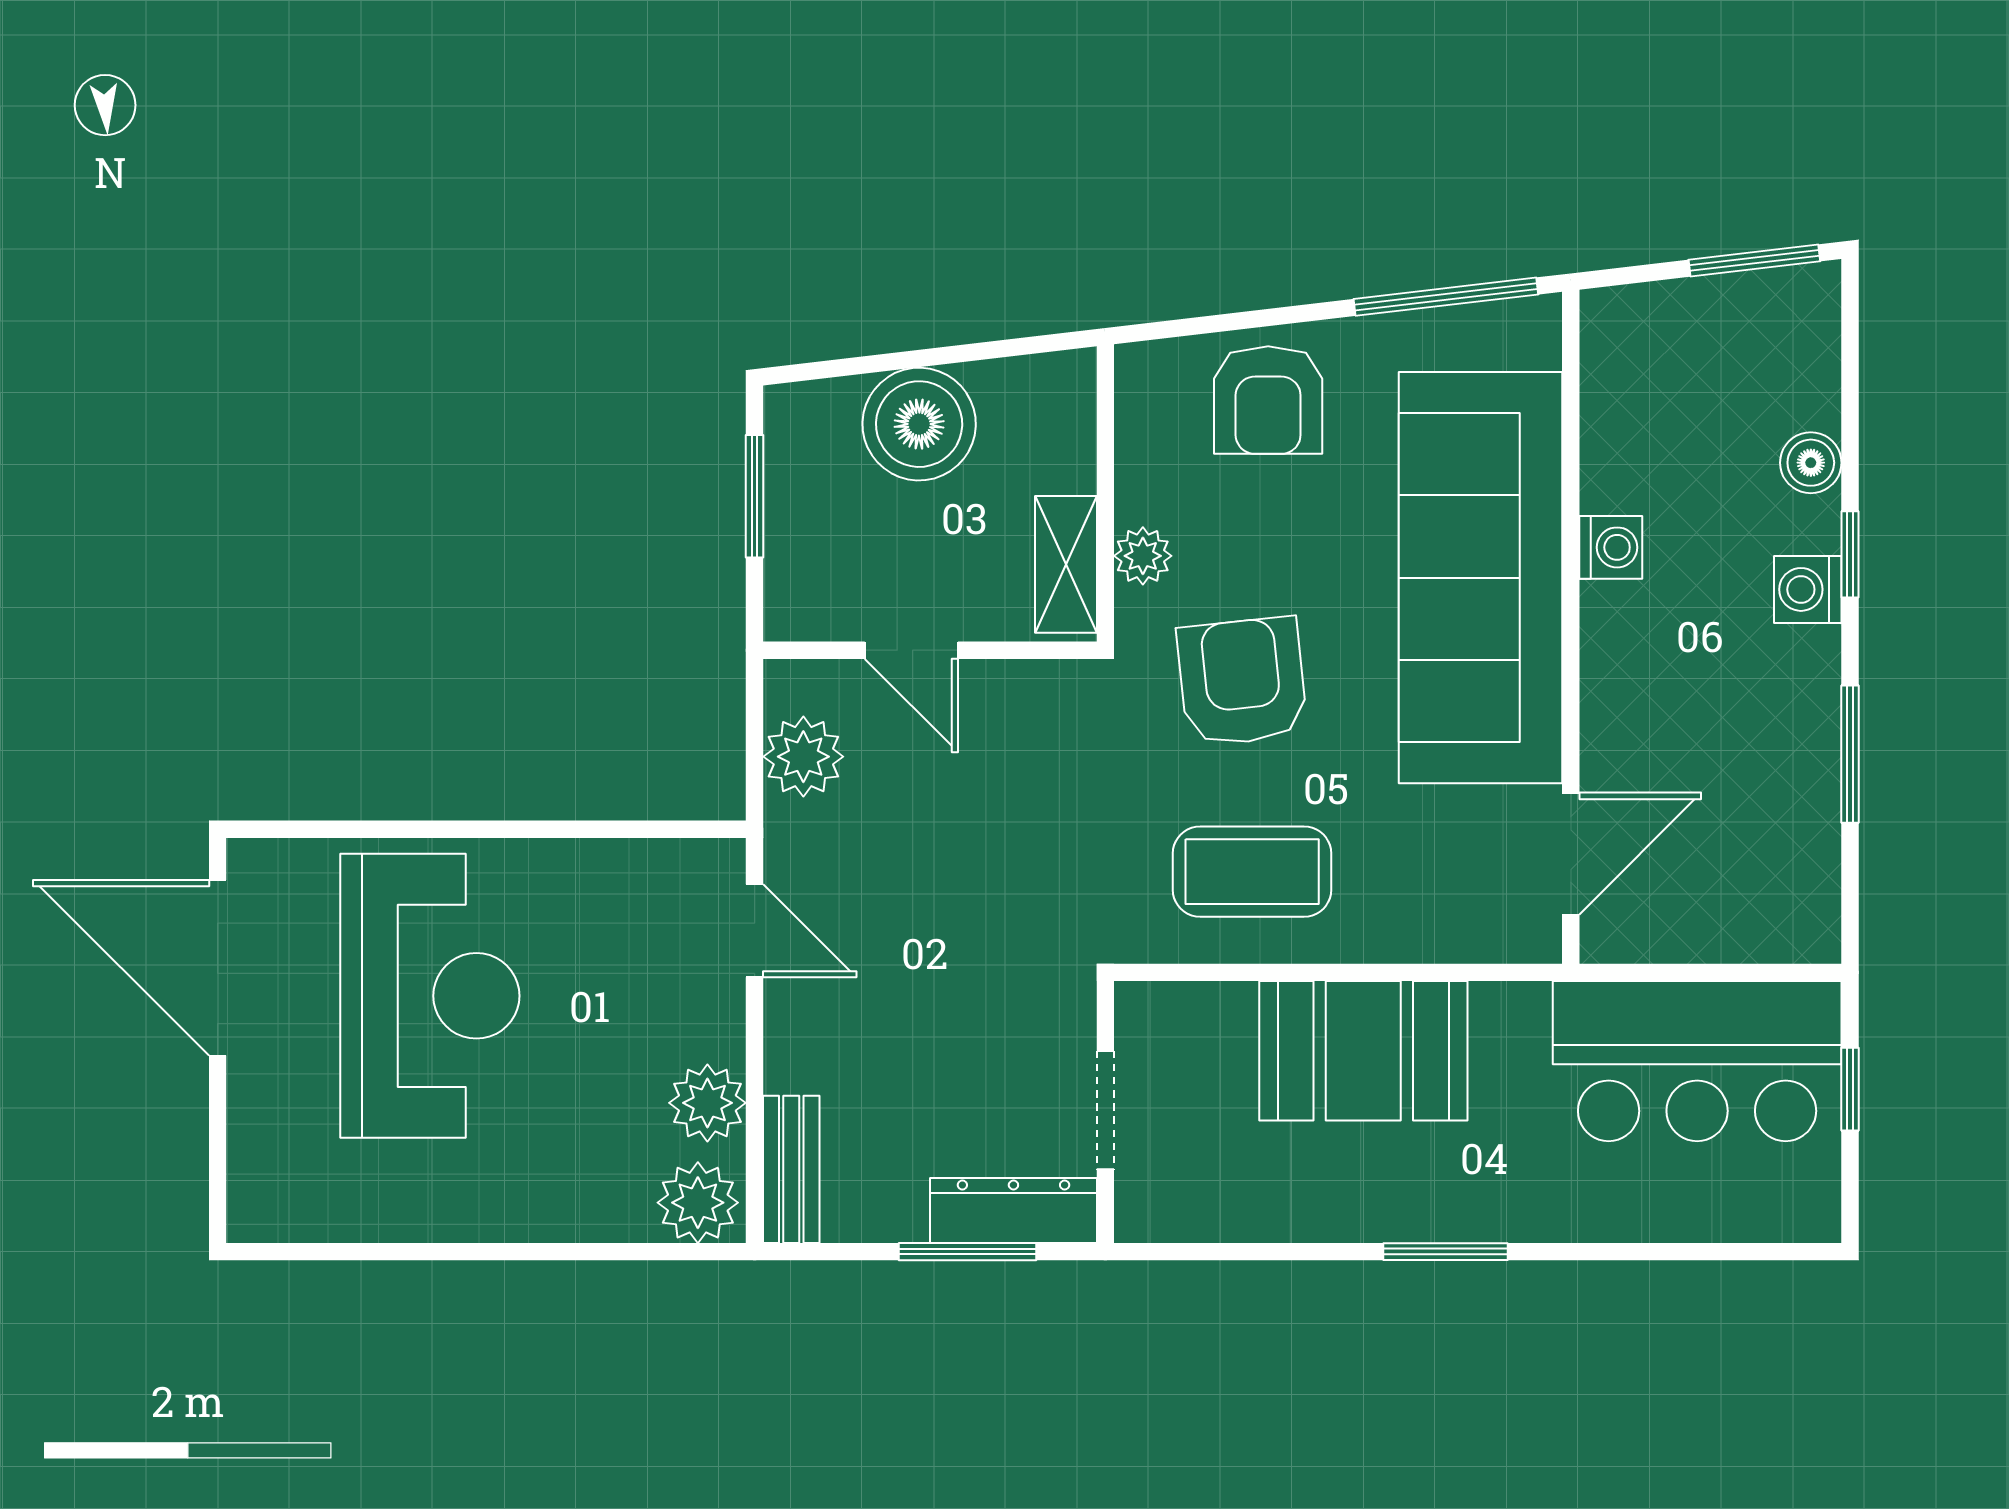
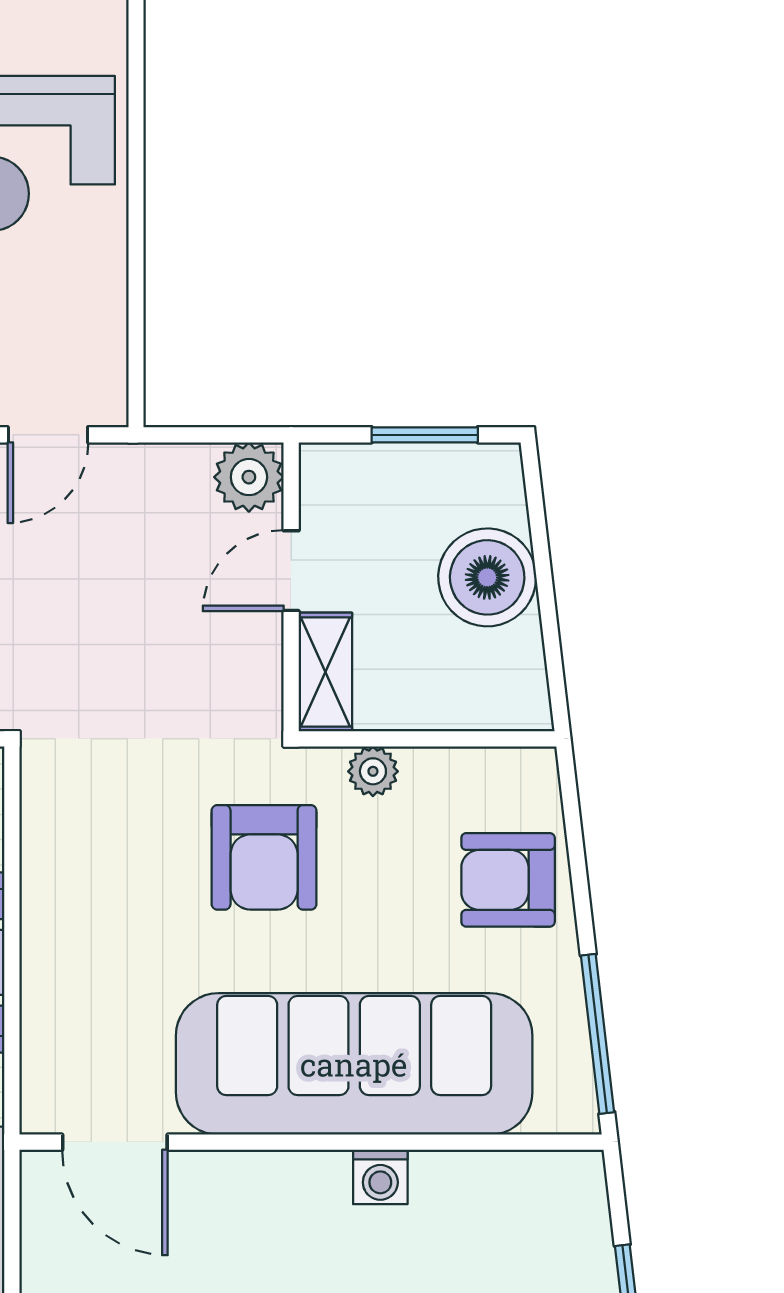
shelving: (1066, 564) -> (325, 672), moved, turned 90
armchair: (1242, 682) -> (264, 857), turned 96
plant: (803, 757) -> (249, 477), moved
coffee table: (1252, 872) -> (99, 866), removed

